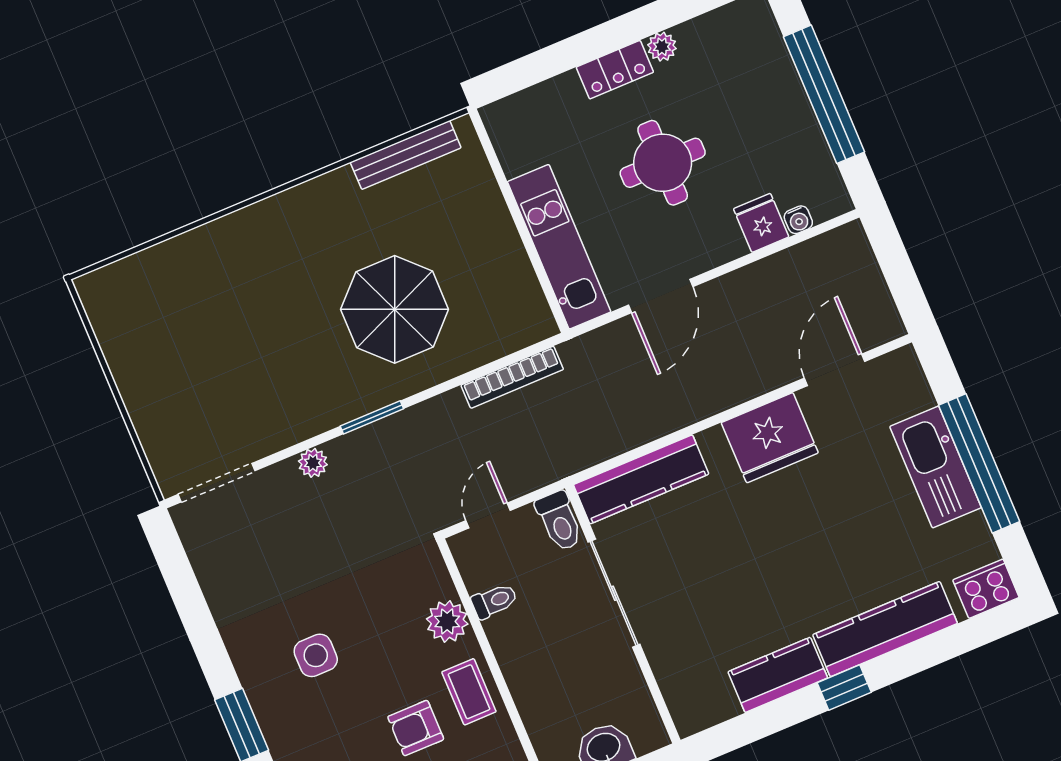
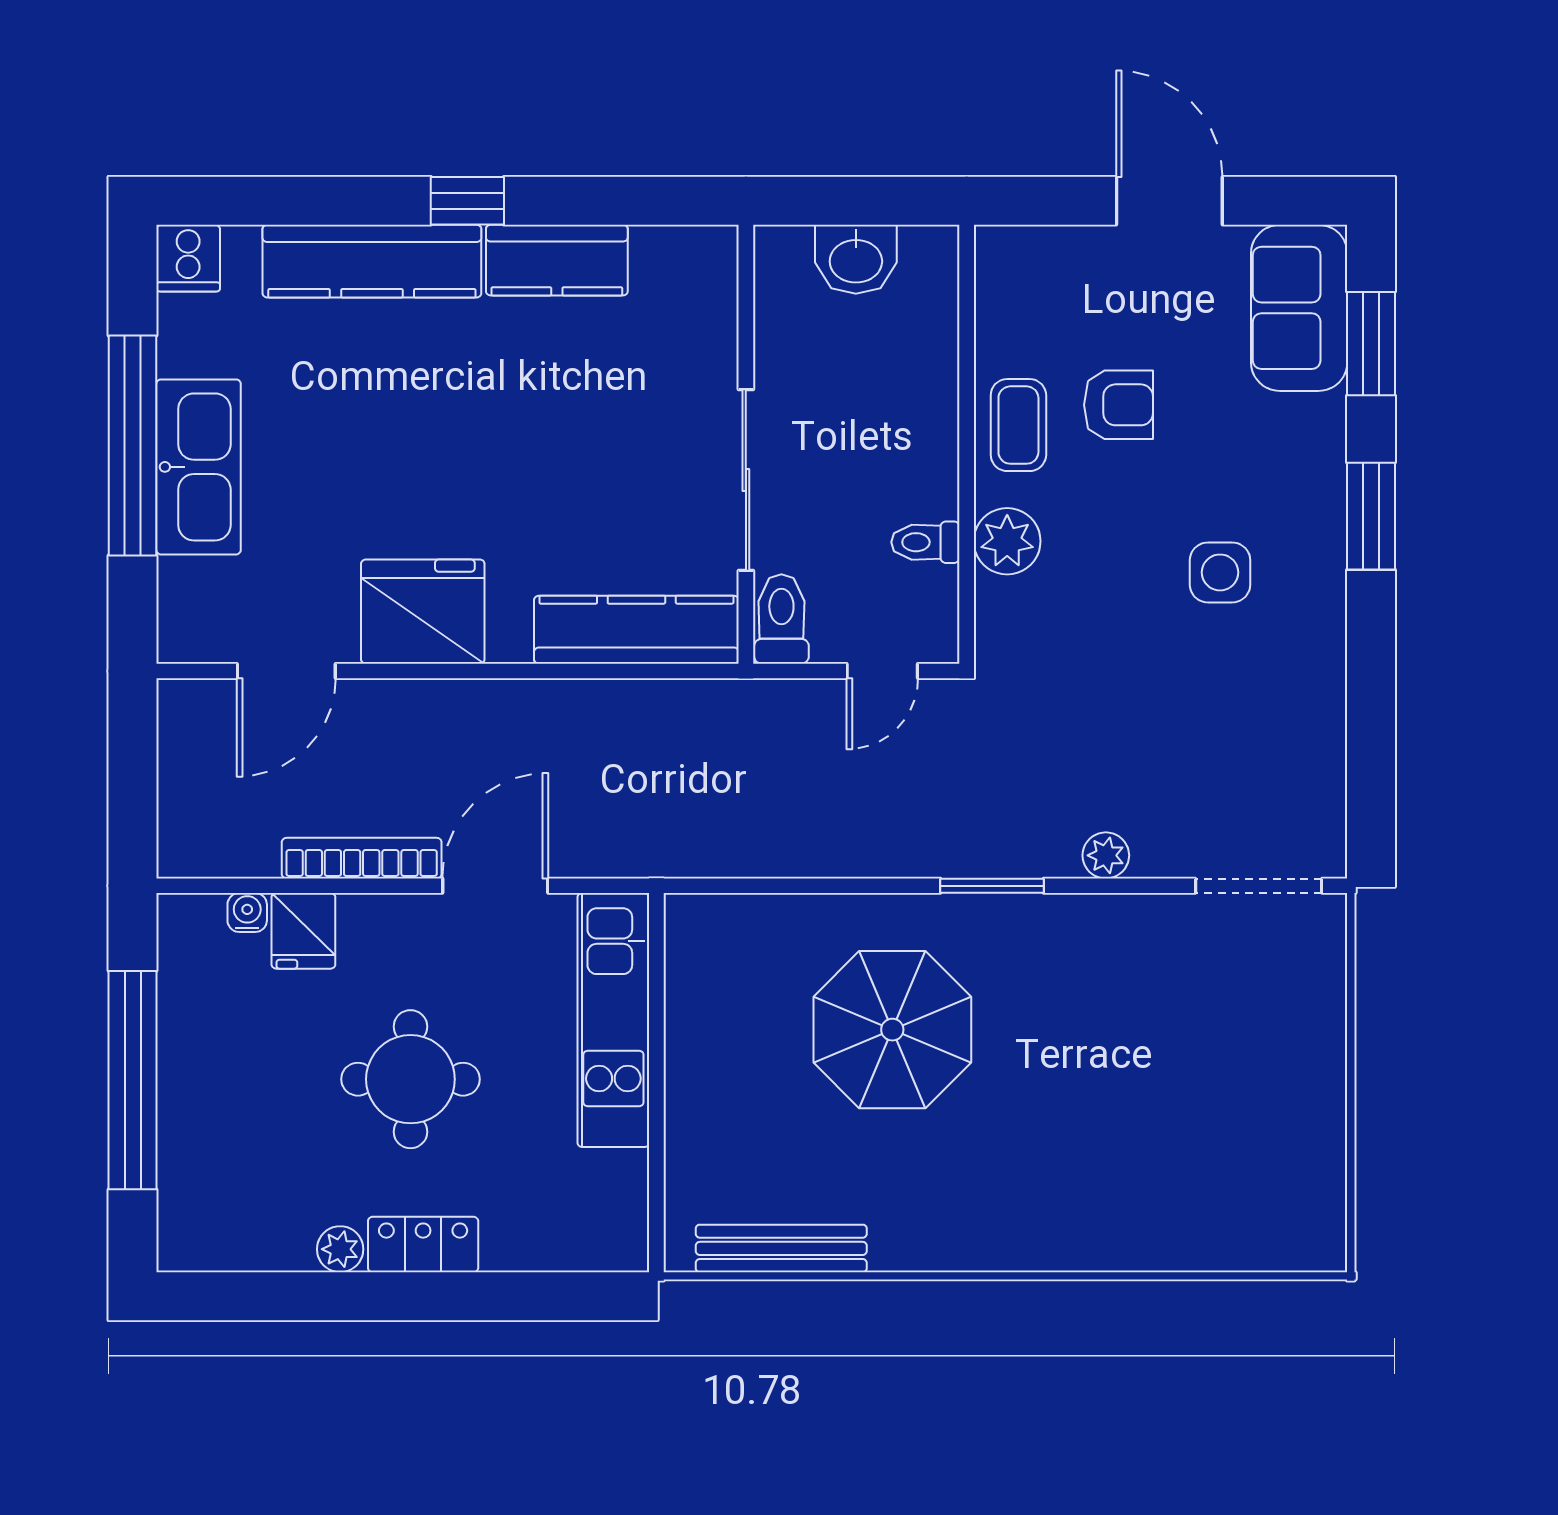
bookcase: (512, 377) -> (362, 858), moved
cooker: (986, 589) -> (188, 258), width x0.73

